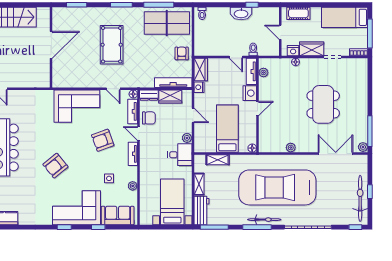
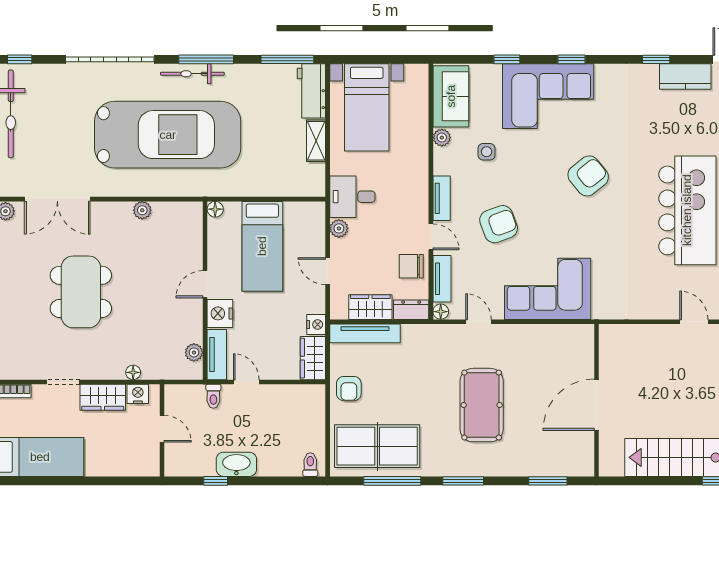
cot: (298, 13) -> (128, 465), removed
shelving: (218, 160) -> (281, 187), removed
sofa: (118, 216) -> (451, 96), moved, turned -90
window: (20, 227) -> (656, 59), added

